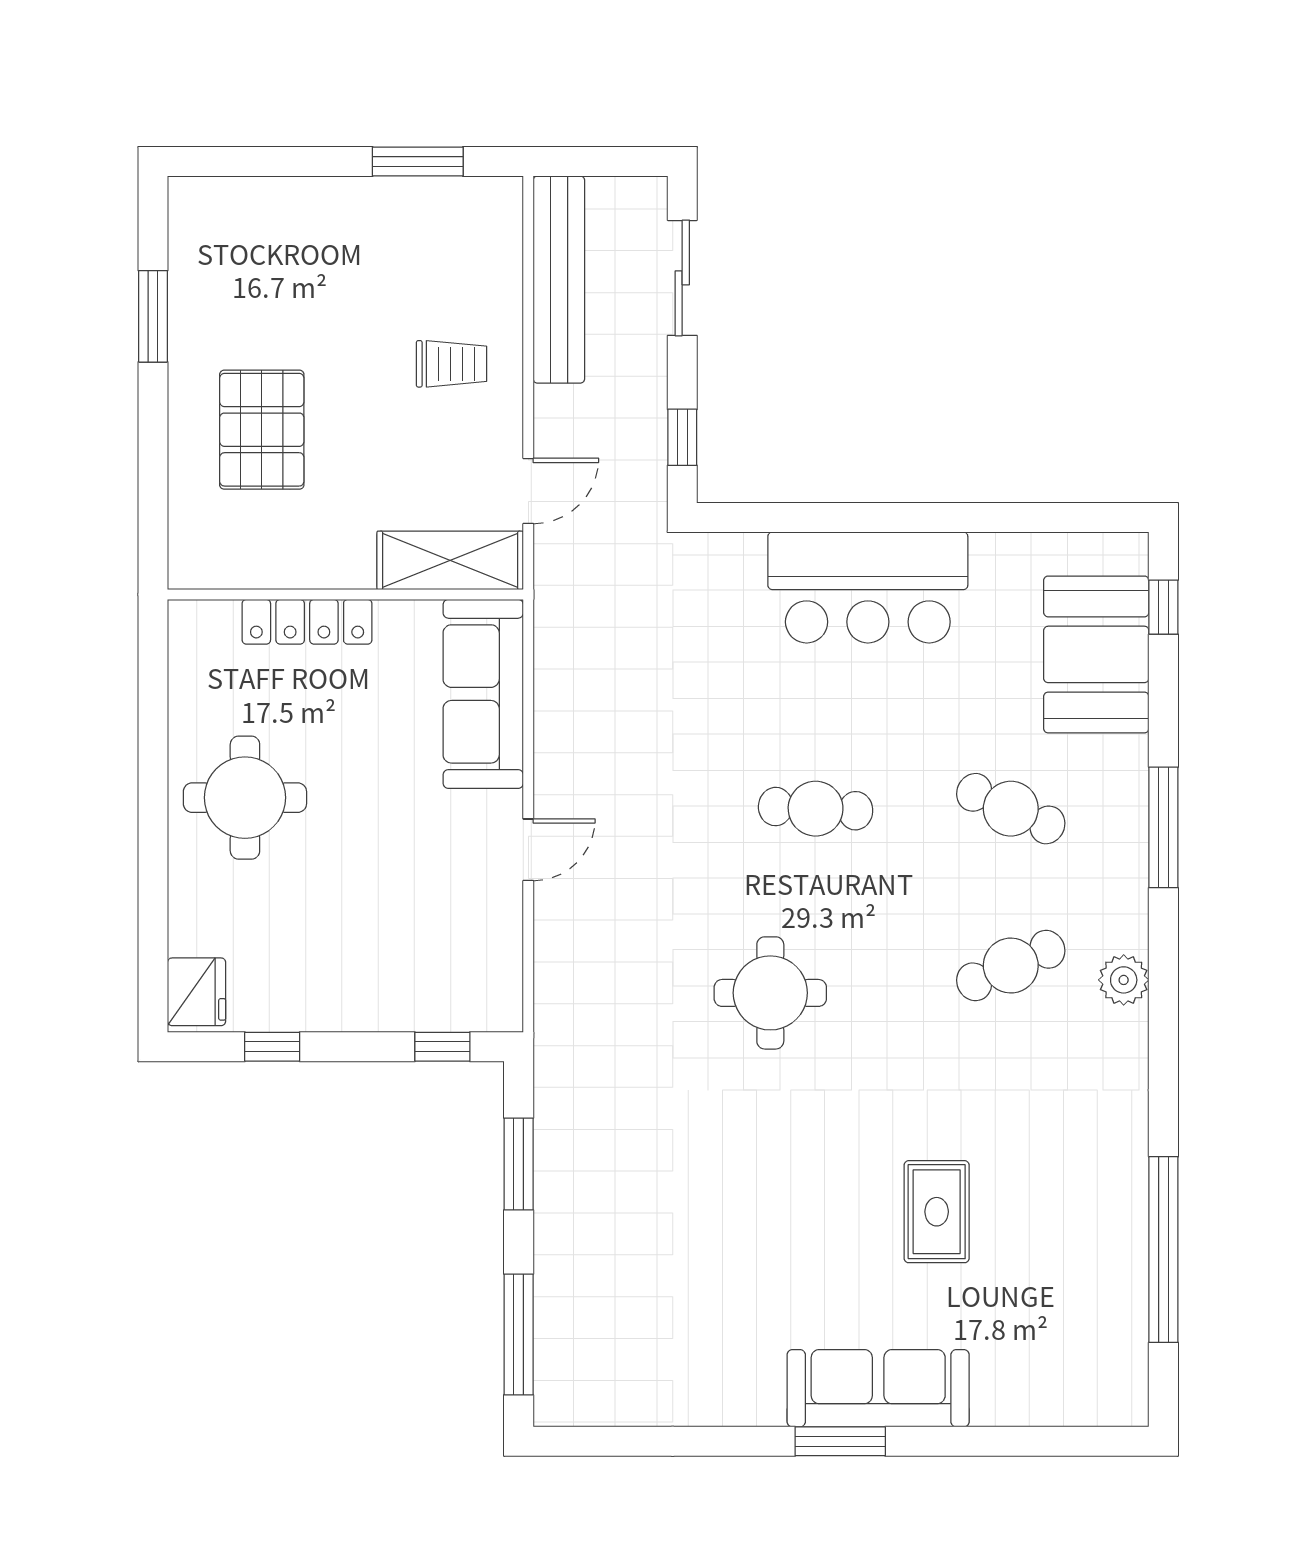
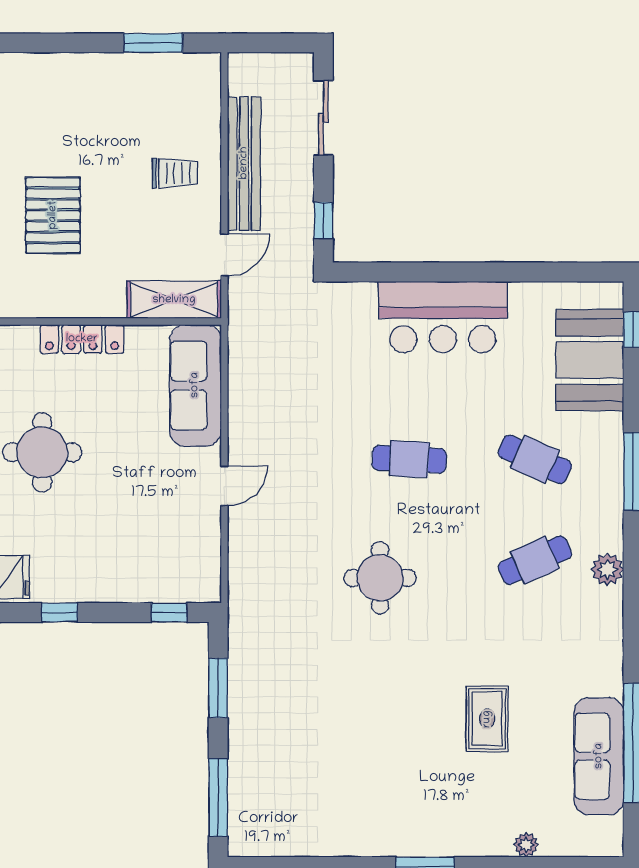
bench: (559, 280) -> (244, 163), moved
sofa: (878, 1388) -> (599, 756), moved, turned -90
plant: (997, 1408) -> (526, 845), added

